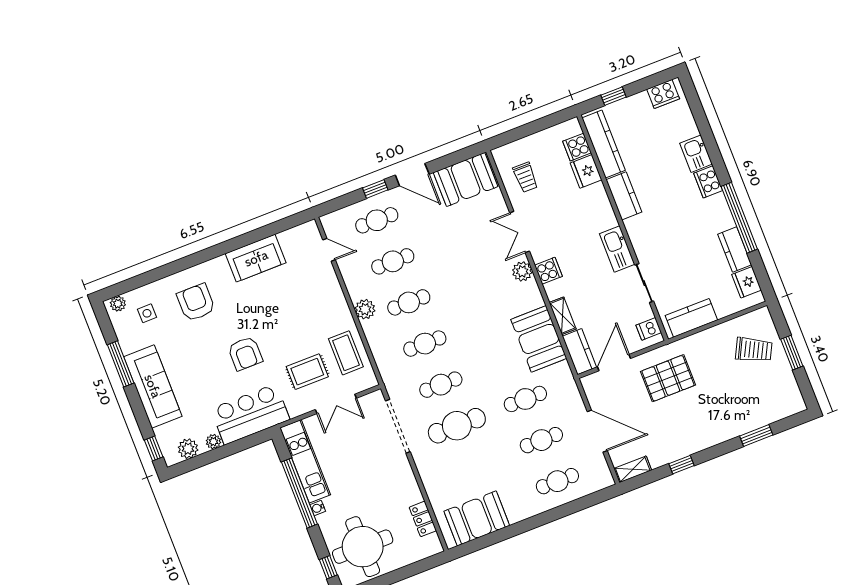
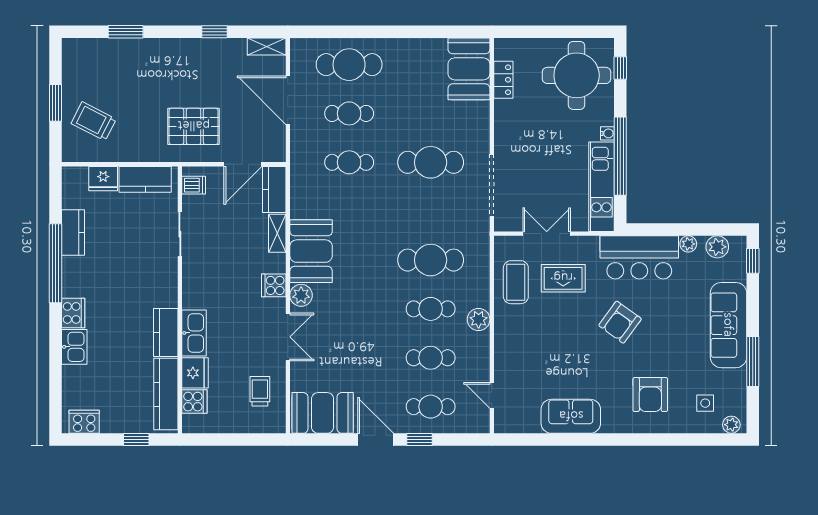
kitchen sink: (617, 249) -> (194, 333), moved
fridge: (747, 282) -> (103, 179), moved, turned 90
booth: (539, 339) -> (311, 251), moved
cafe table: (425, 344) -> (431, 260), width x1.37, depth x1.35
armchair: (245, 353) -> (620, 322), turned -144
cafe table: (441, 385) -> (431, 211), removed
cafe table: (557, 481) -> (349, 65), width x1.37, depth x1.35
booth: (477, 518) -> (469, 69), moved, turned 90

